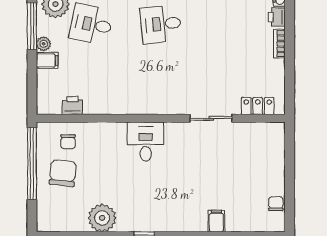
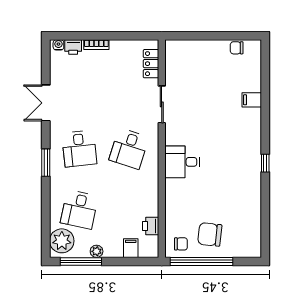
filing cabinet: (47, 61) -> (131, 248), moved
desk: (161, 81) -> (129, 149), added
chair: (68, 142) -> (181, 244), moved
plant: (102, 218) -> (249, 200), removed

